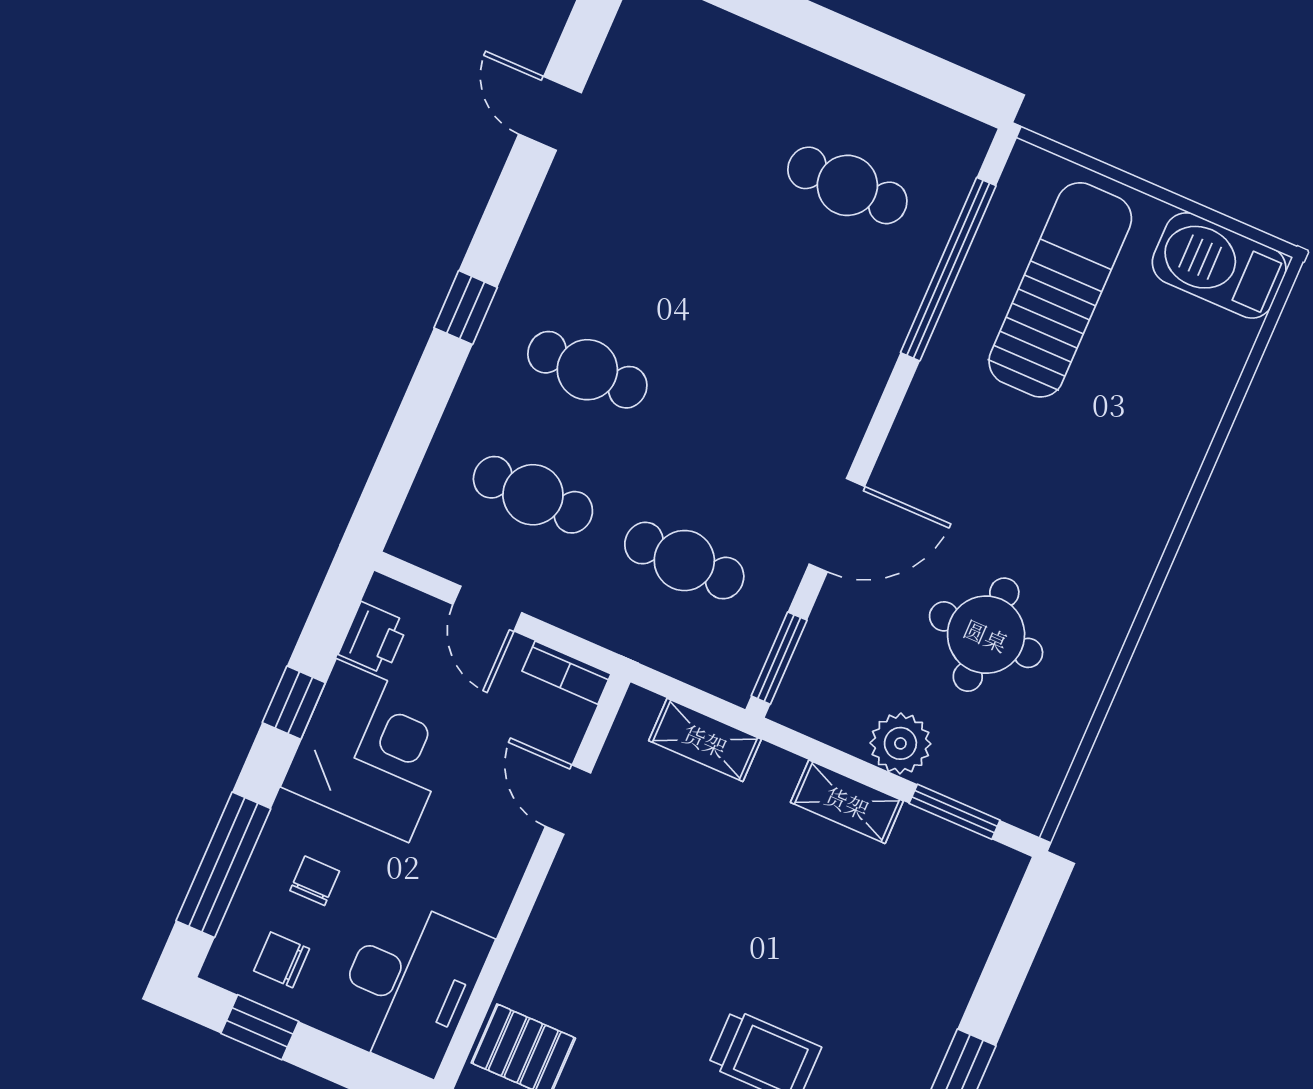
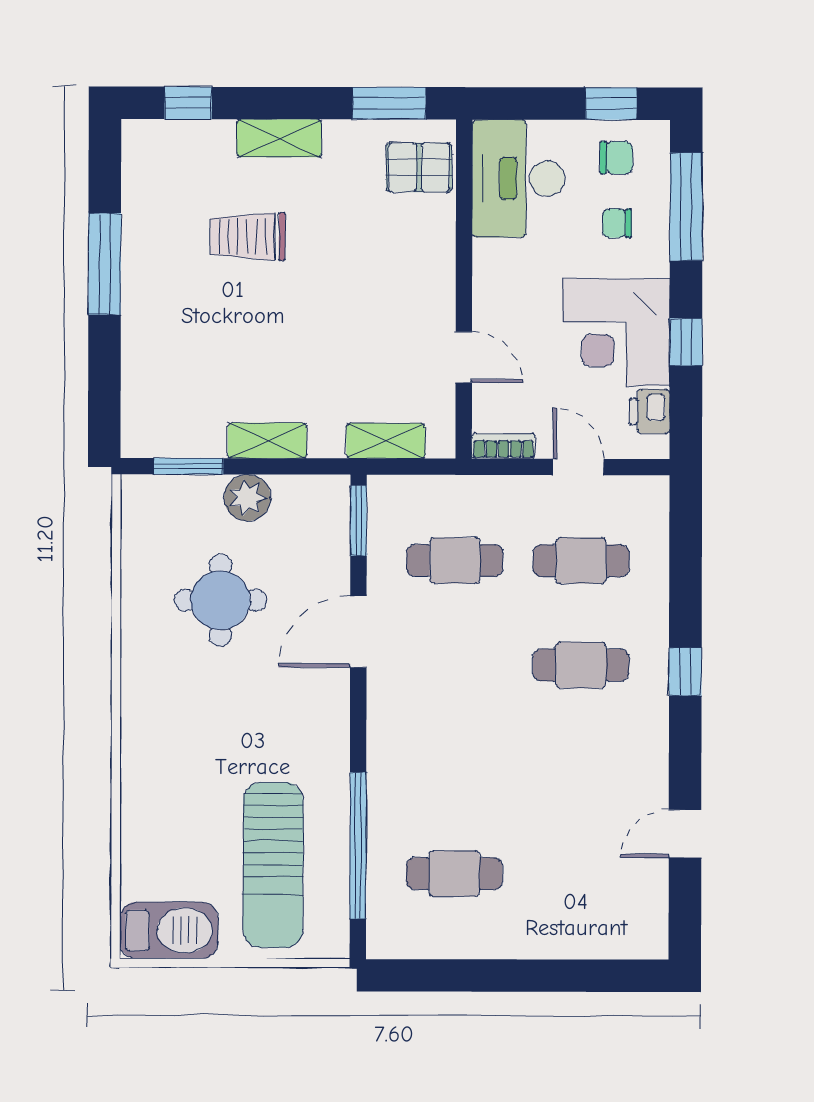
door: (550, 113) -> (685, 834), swing flipped
chair: (315, 881) -> (617, 223), turned 90

